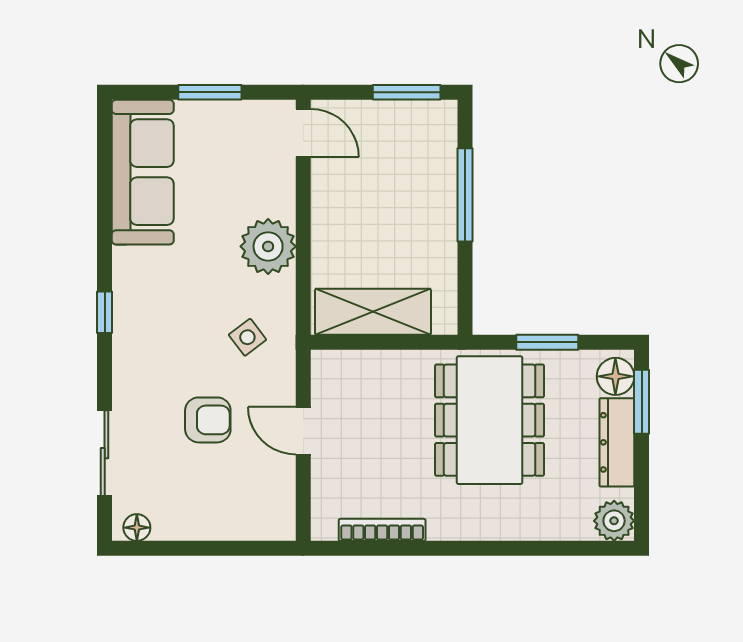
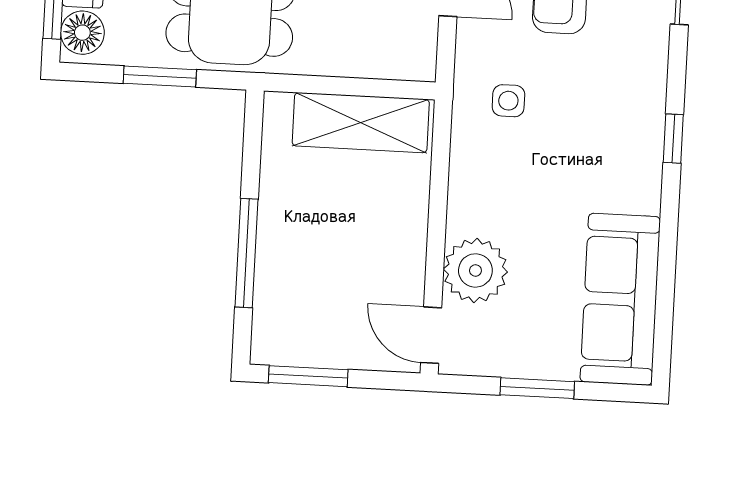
plant: (268, 246) -> (475, 270), moved
side table: (247, 337) -> (508, 101), turned 37

